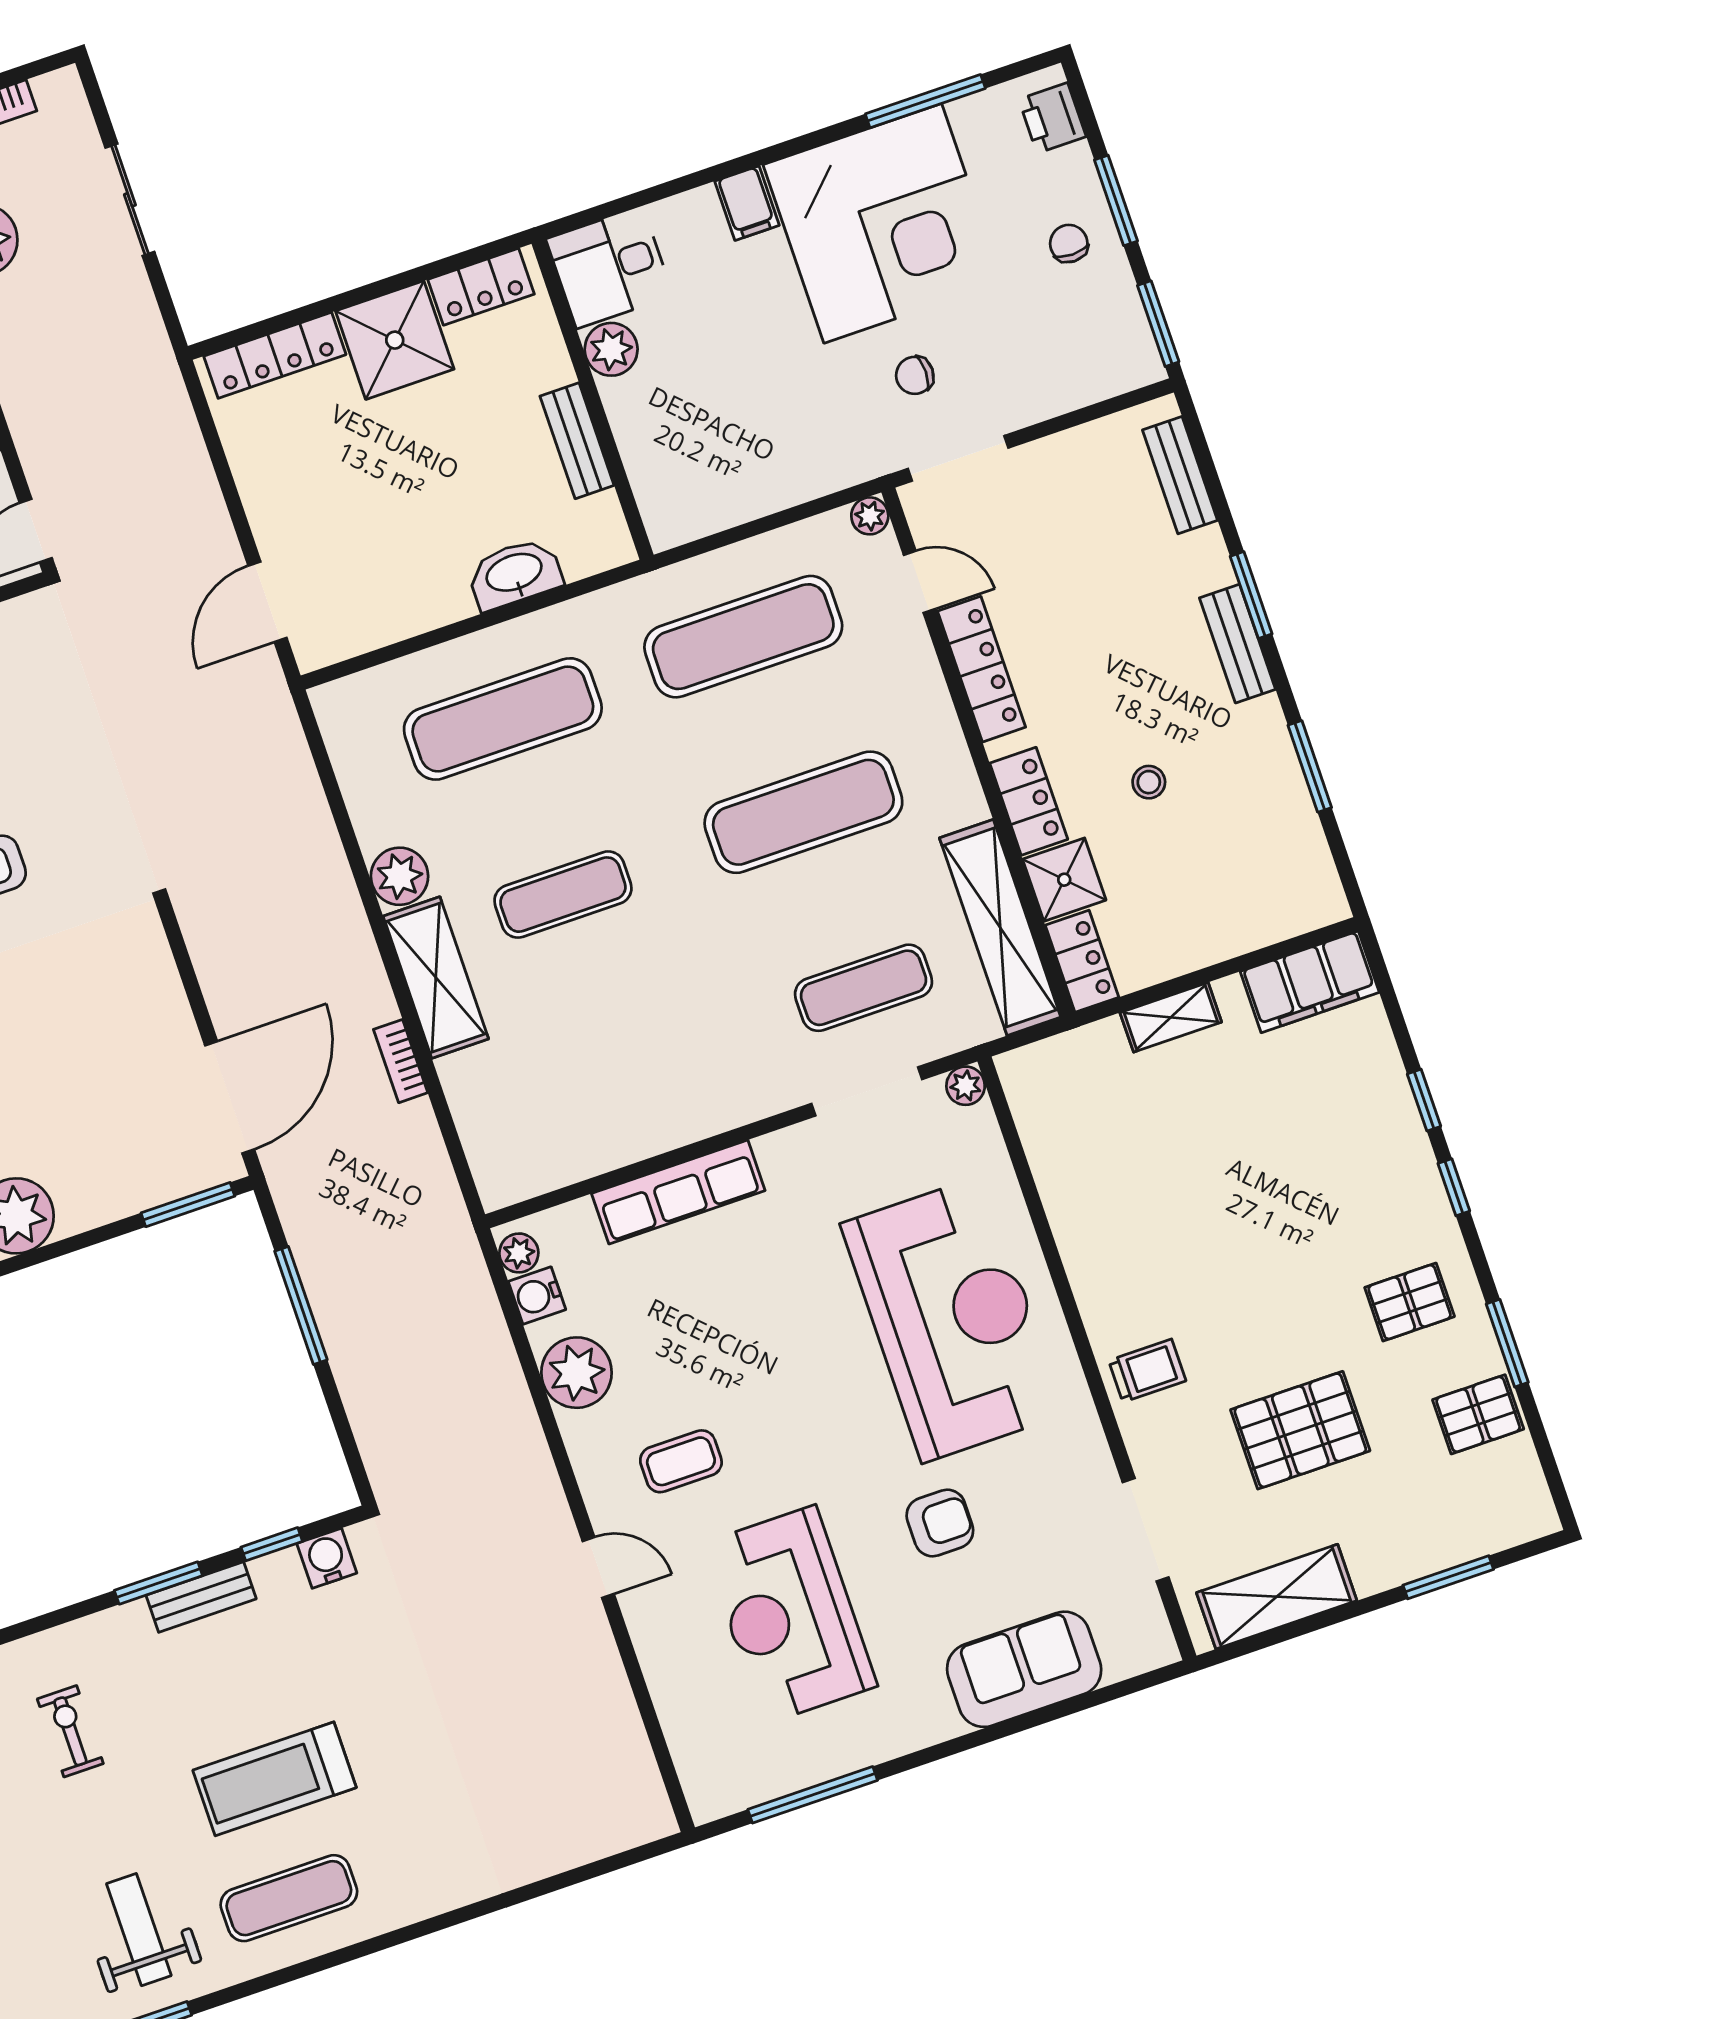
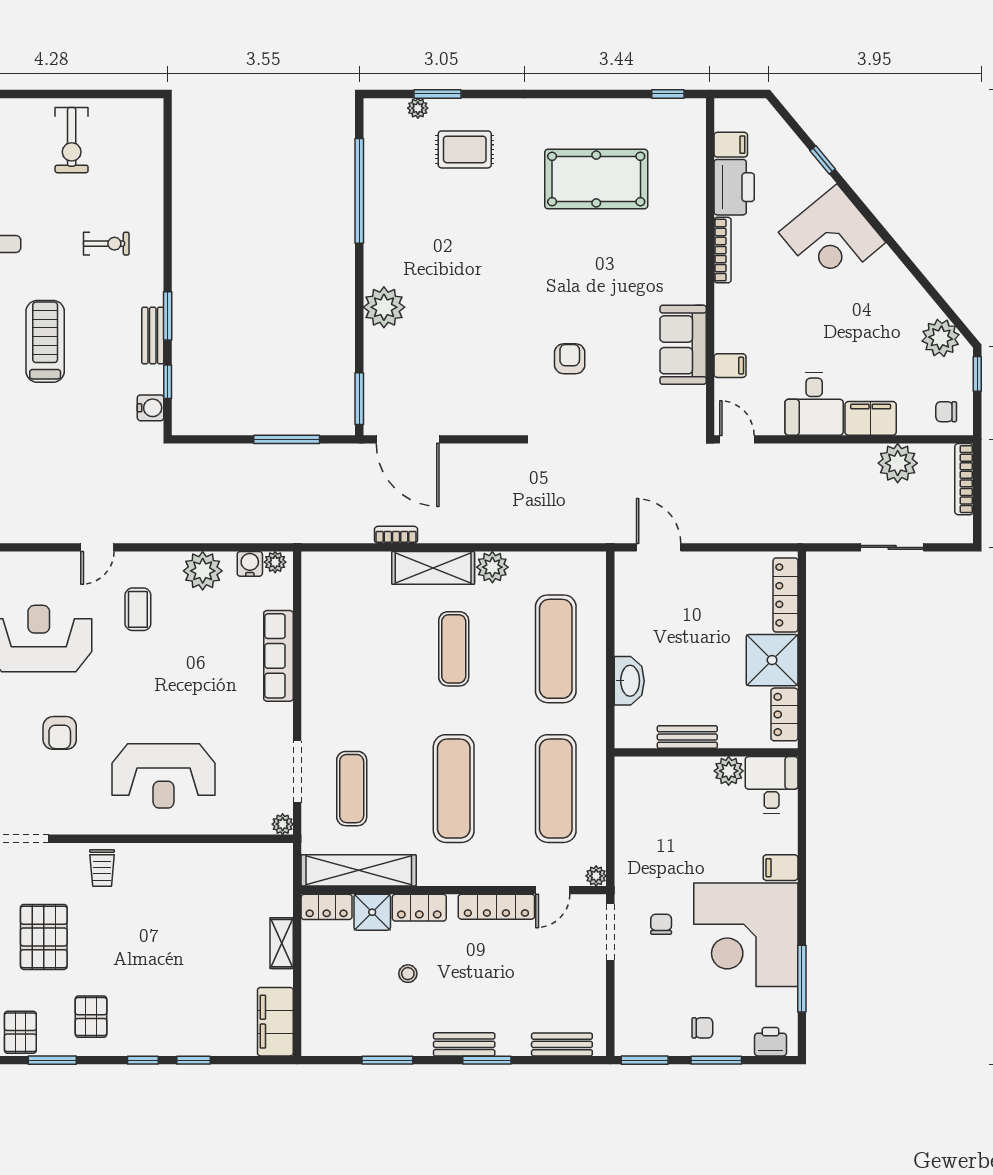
reception desk: (953, 1319) -> (163, 776), width x0.74, depth x0.77

